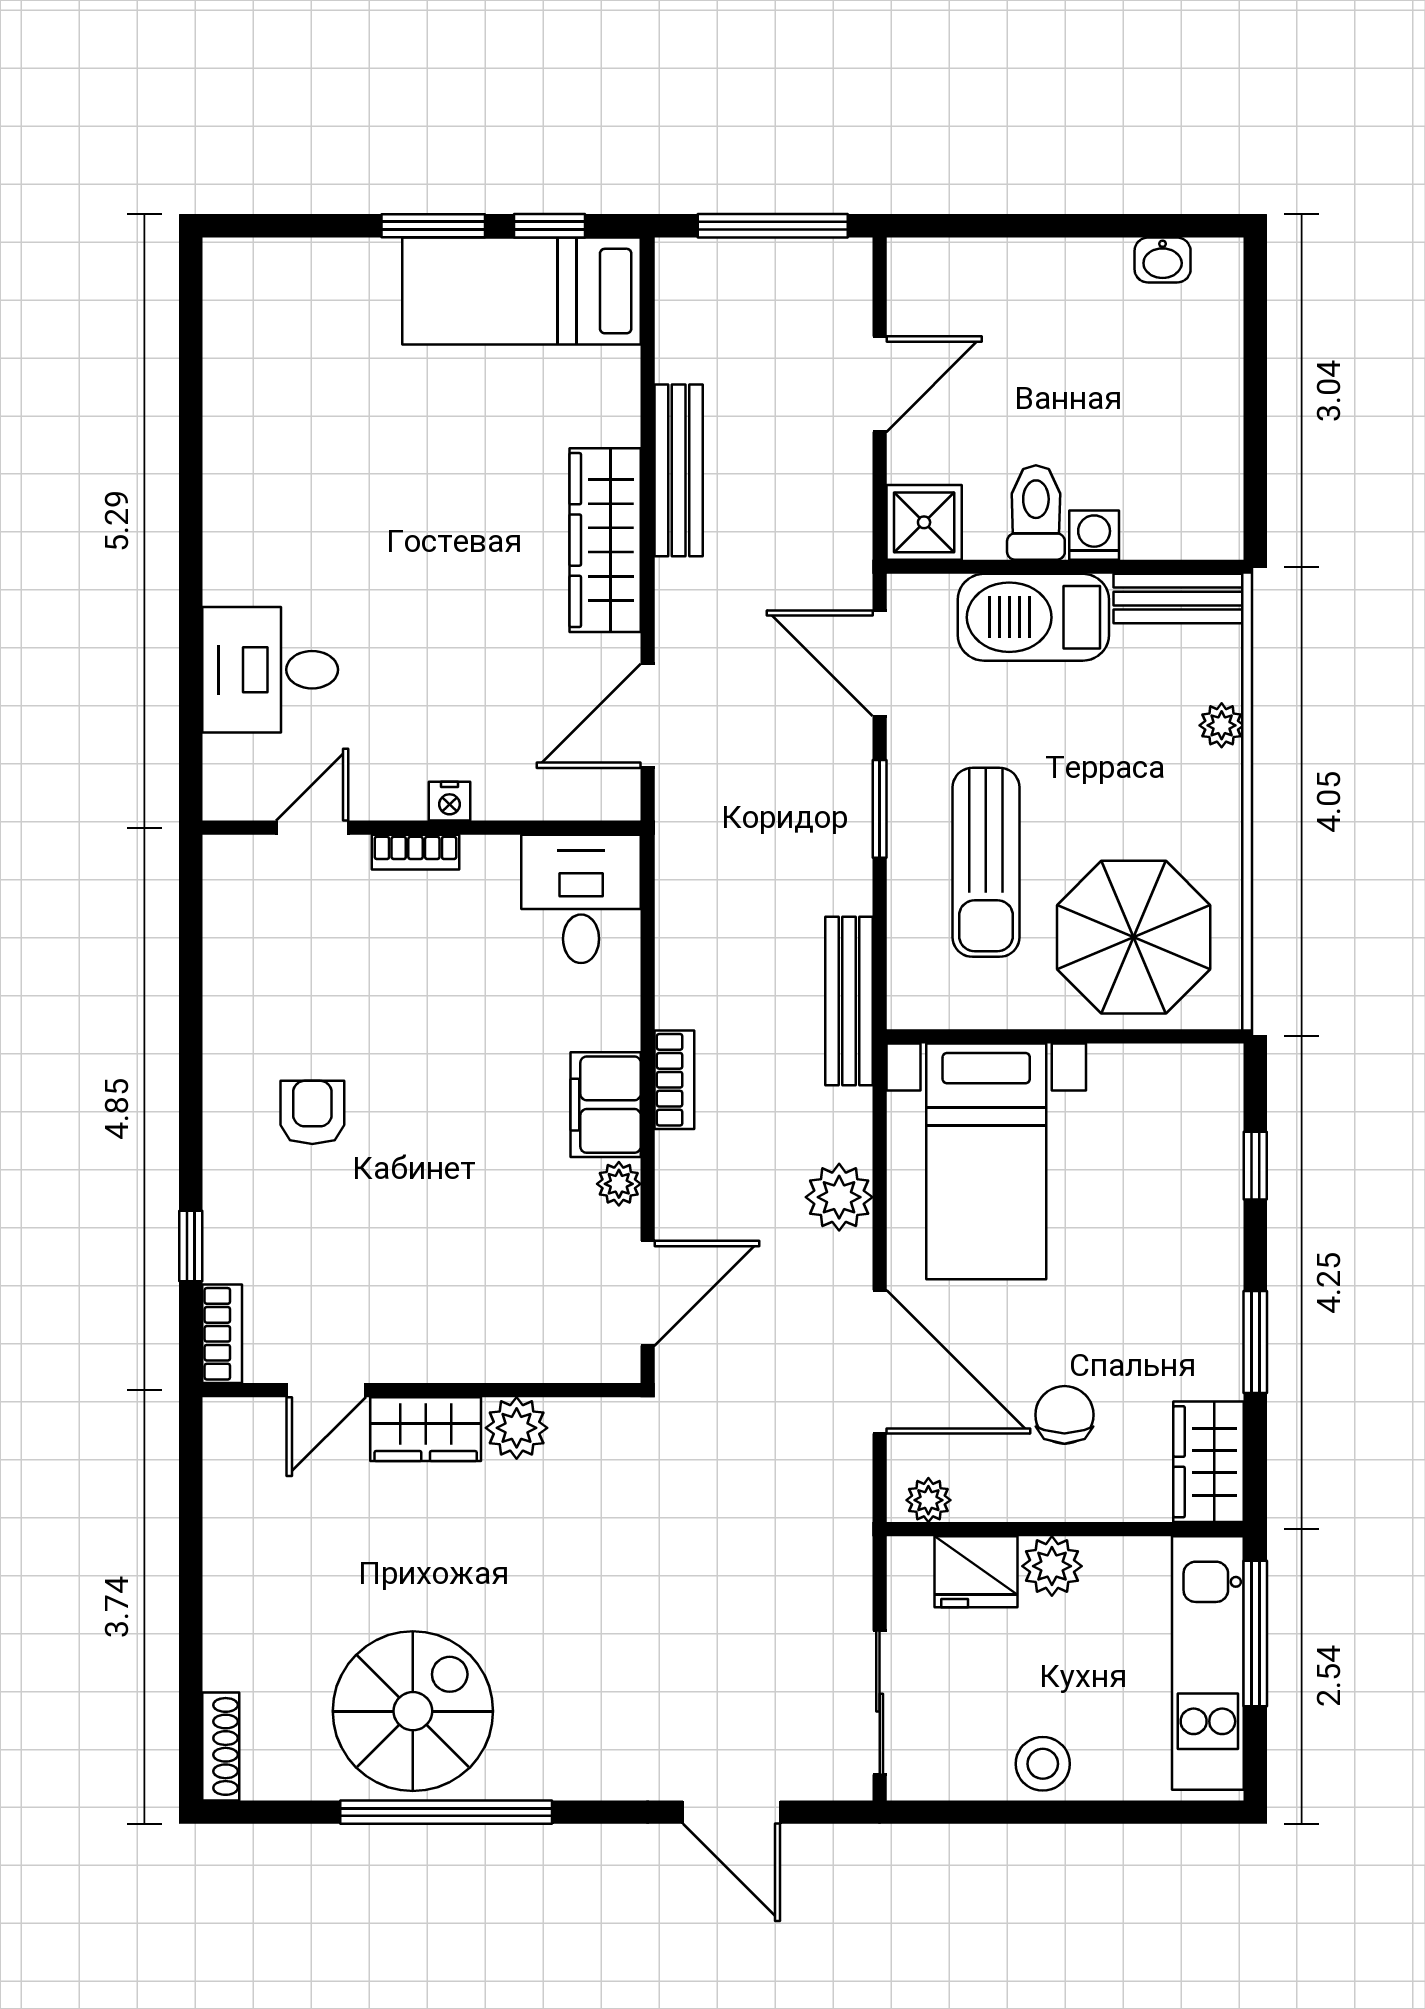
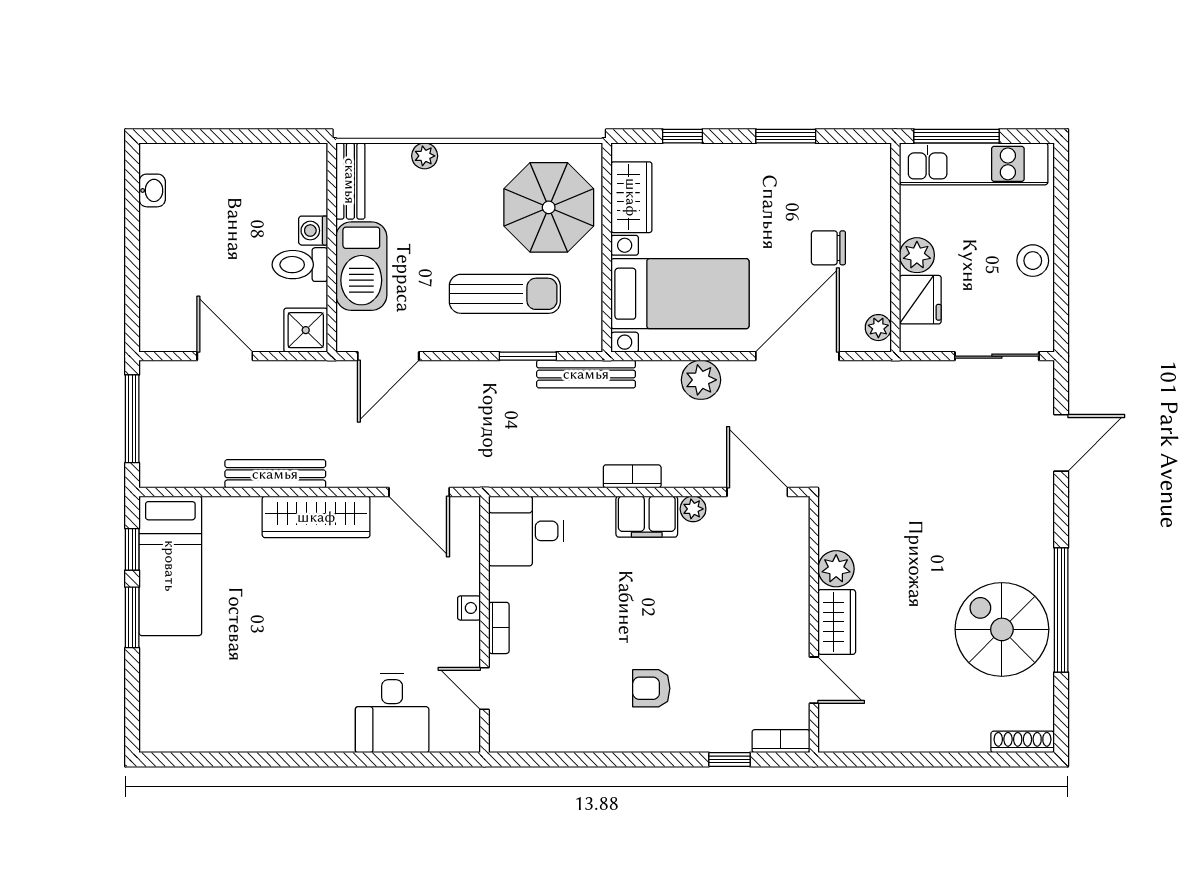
window: (880, 809) -> (528, 356), moved
wardrobe: (1209, 1462) -> (631, 197), moved, turned -90

